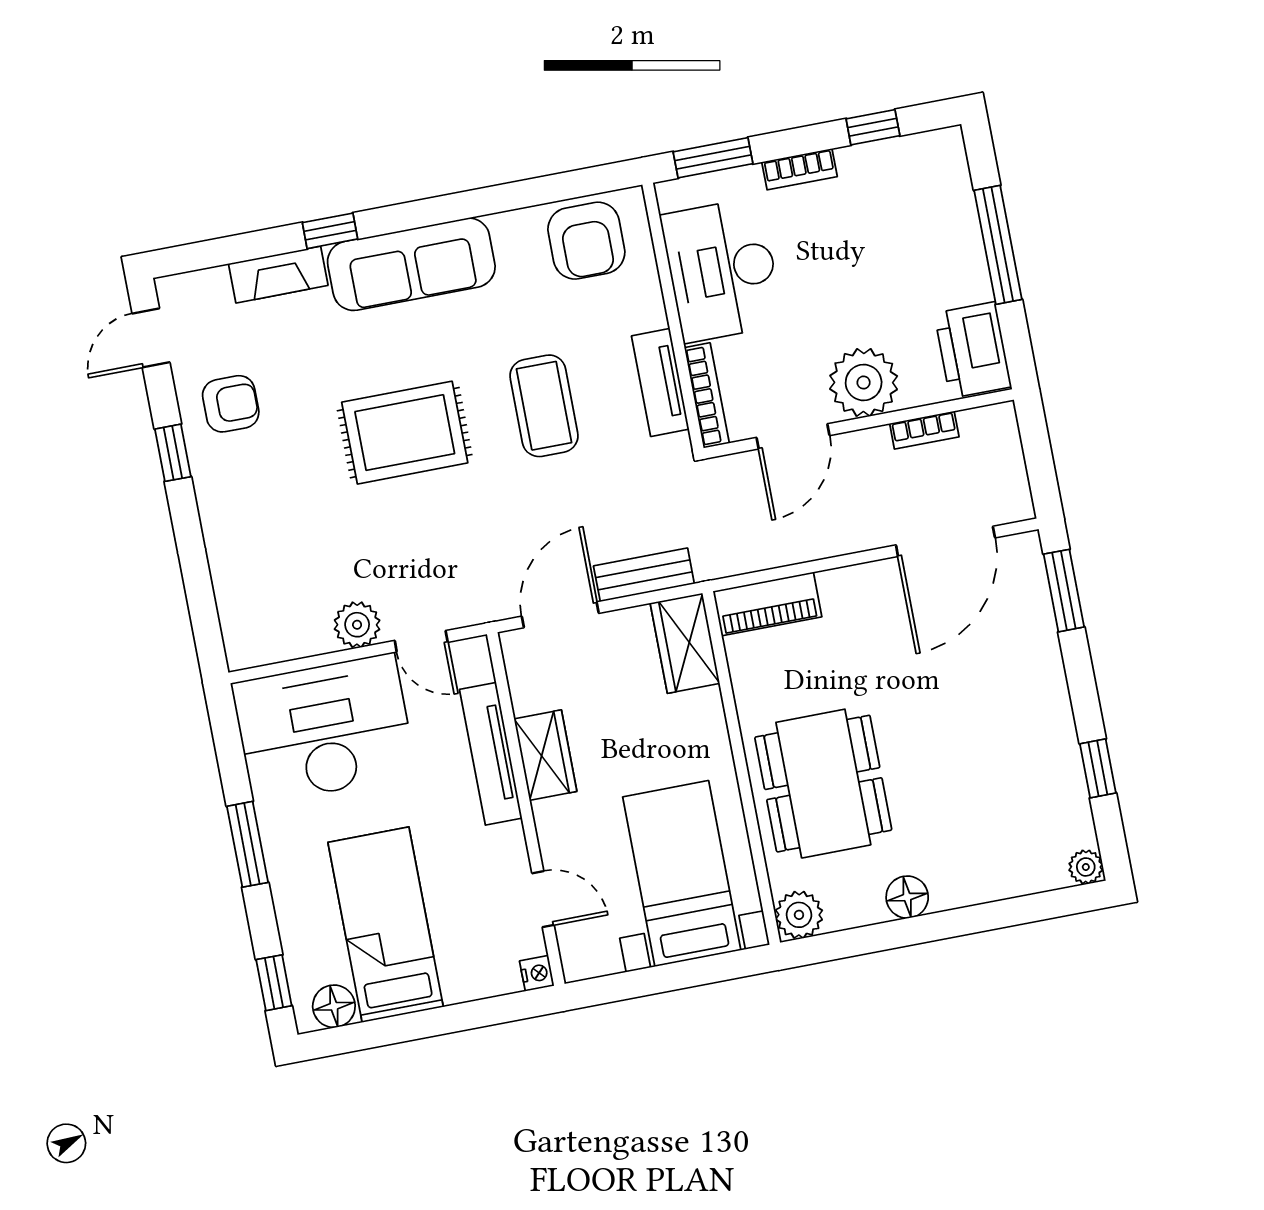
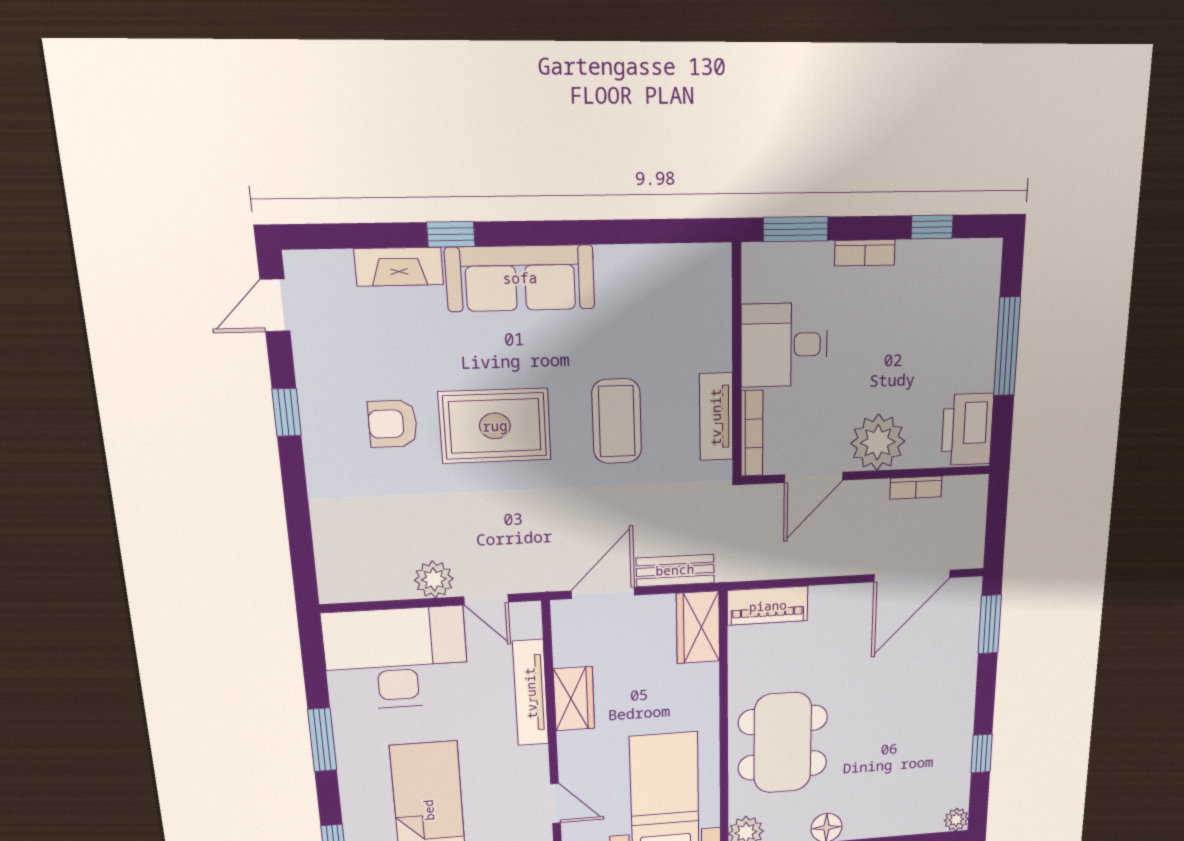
armchair: (586, 241) -> (676, 284), removed
desk: (722, 270) -> (784, 345), width x0.73
armchair: (231, 404) -> (393, 424), moved, turned 180

